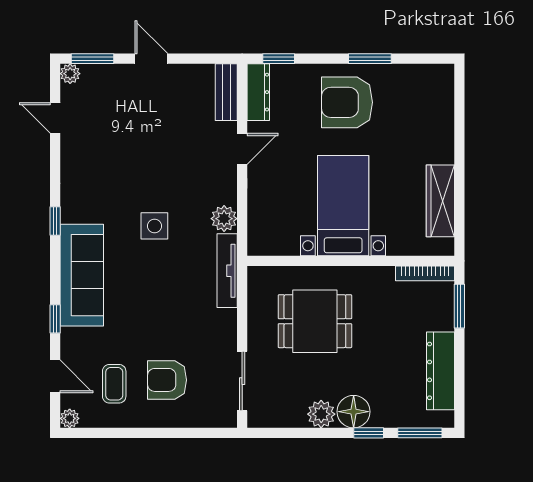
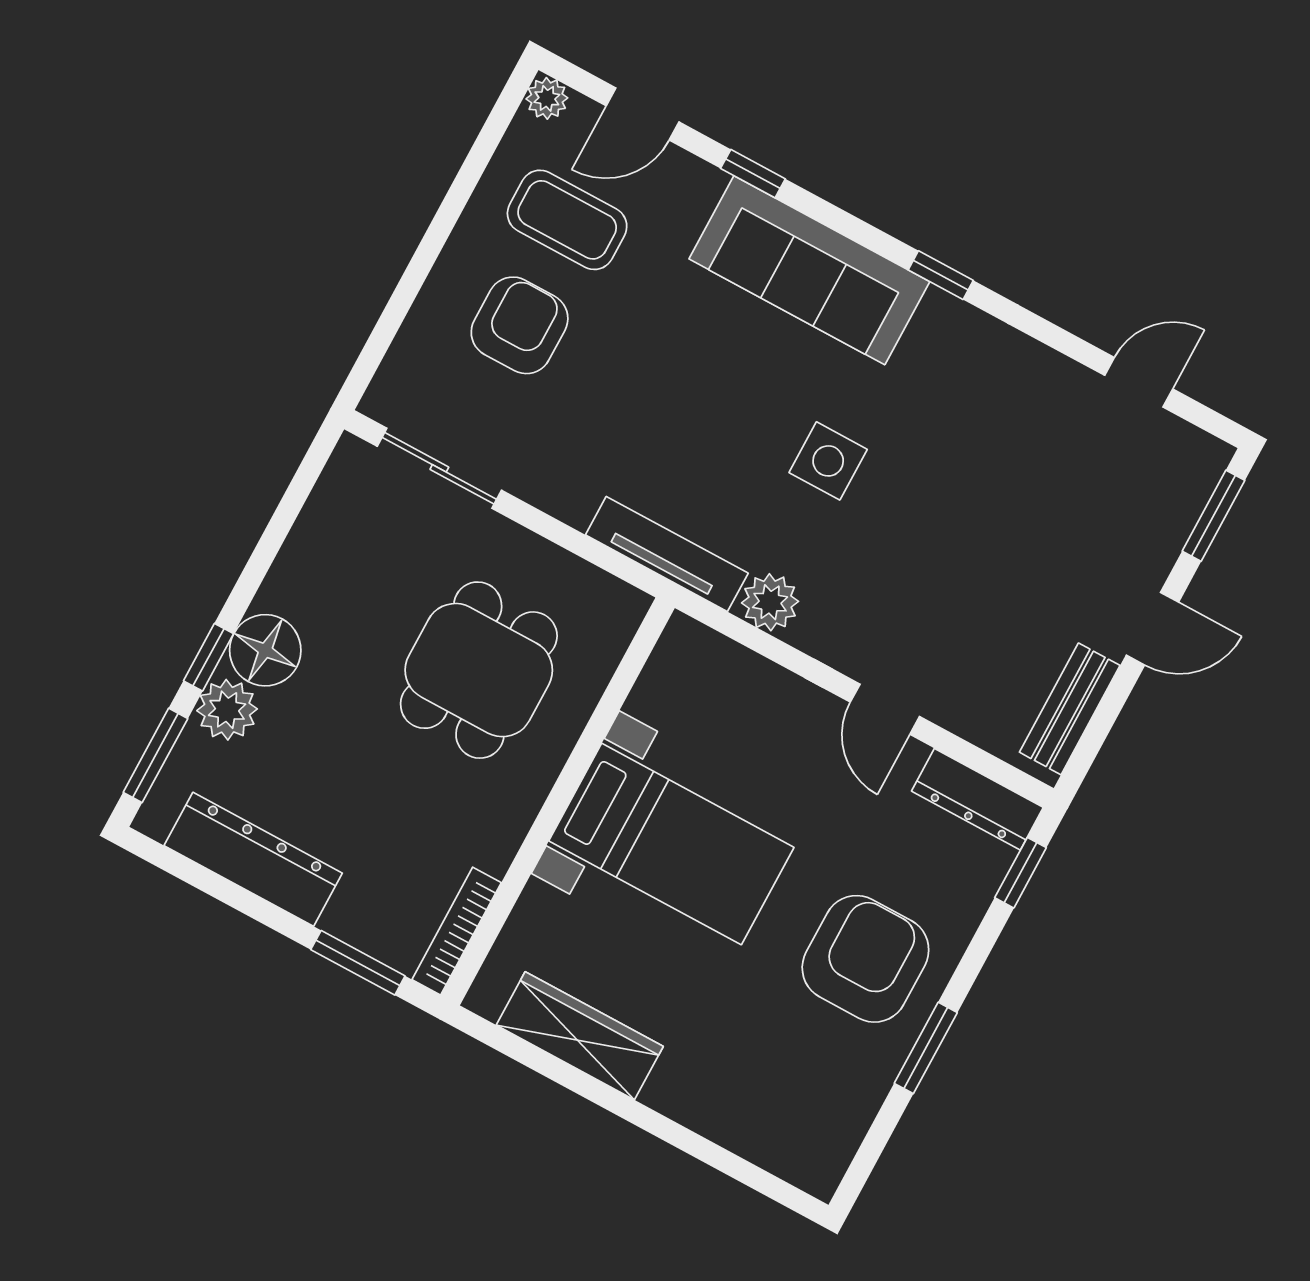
plant: (70, 74) -> (1208, 457), removed
bench: (226, 92) -> (1070, 709), moved, turned 90
coffee table: (114, 384) -> (567, 220), width x1.36, depth x1.30
plant: (321, 414) -> (227, 710), moved

